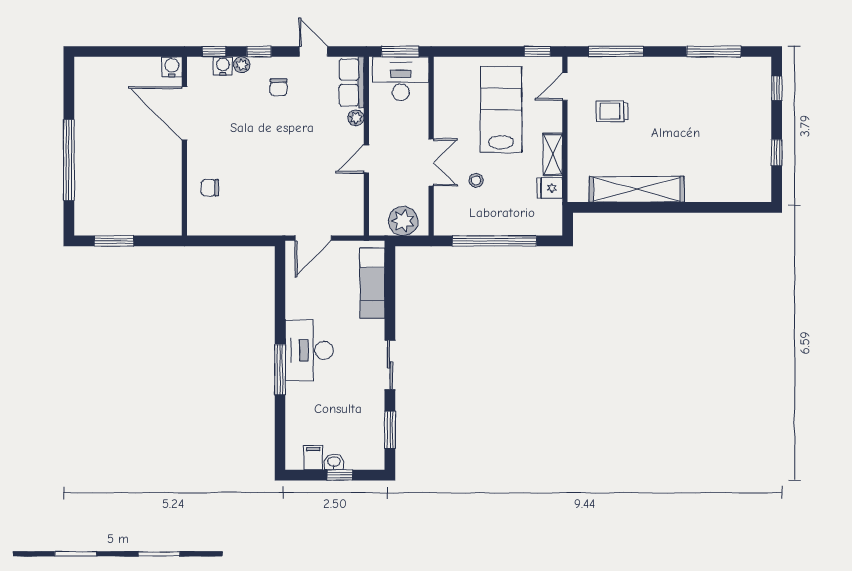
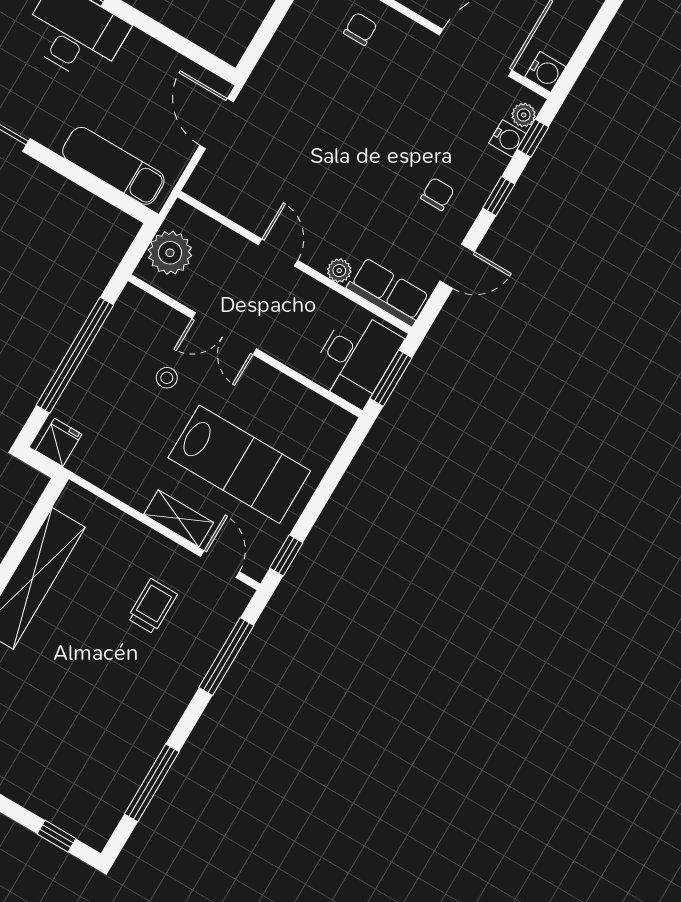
plant: (242, 65) -> (524, 115), moved
chair: (279, 87) -> (437, 194), turned 90
shelving: (553, 154) -> (179, 518), moved
fridge: (550, 188) -> (59, 442), moved

